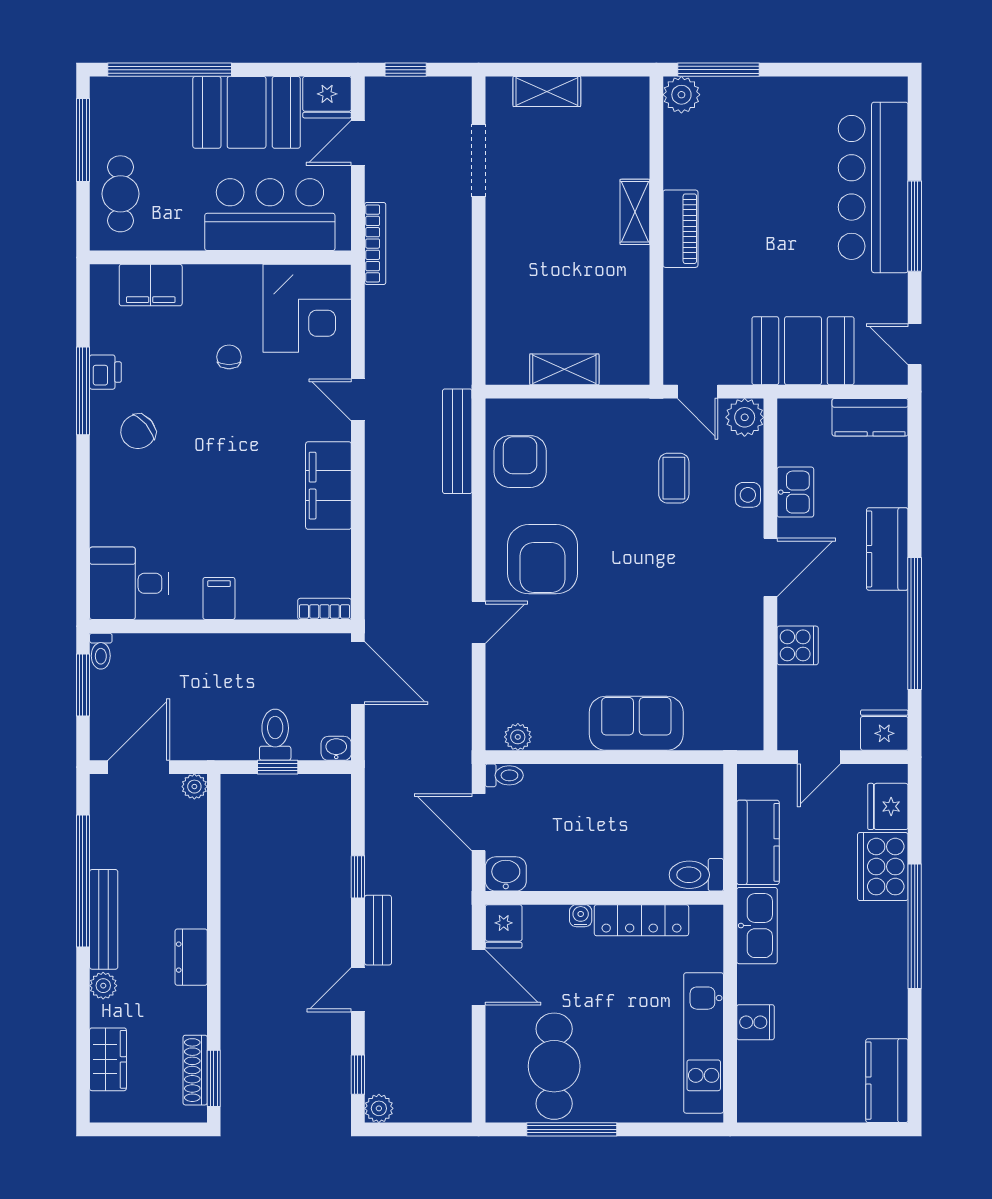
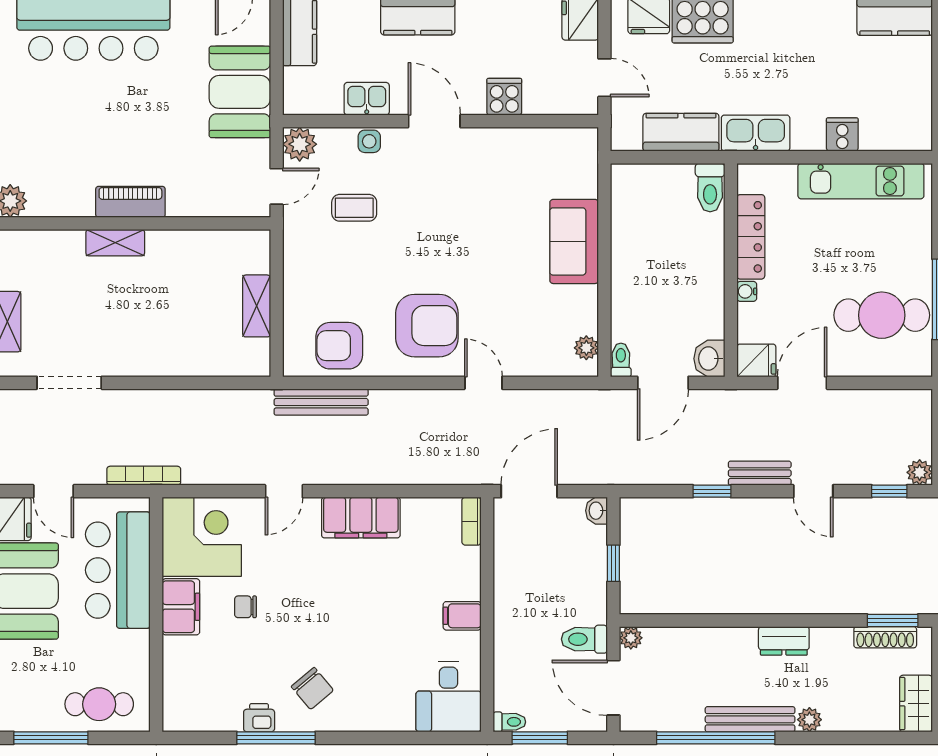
filing cabinet: (151, 285) -> (181, 607), moved
toilet: (275, 735) -> (584, 639), moved
wardrobe: (108, 1059) -> (916, 704), moved, turned -90

